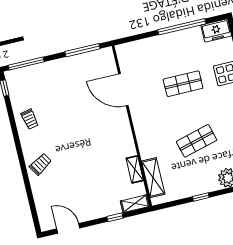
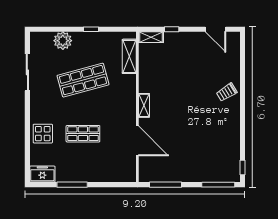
window: (182, 27) -> (72, 185), width x0.68
trolley: (30, 119) -> (227, 134), removed
shop shelf: (197, 141) -> (83, 80), width x1.43, depth x1.36
shelving: (135, 169) -> (144, 105), moved

